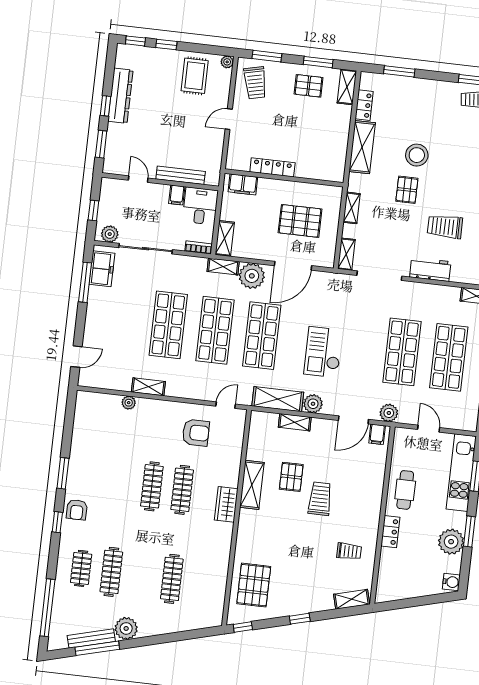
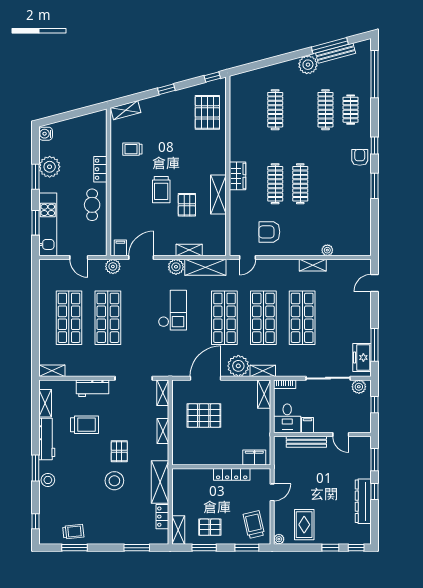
locker: (272, 167) -> (232, 474), moved
wall: (284, 178) -> (221, 467), moved
filing cabinet: (243, 184) -> (254, 458), moved

